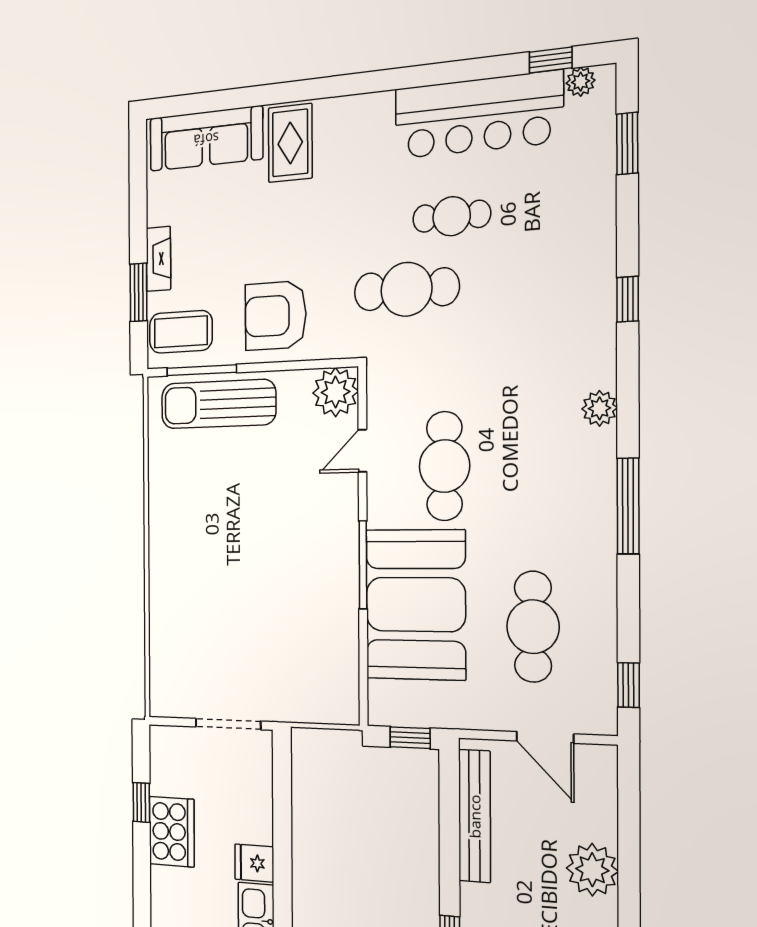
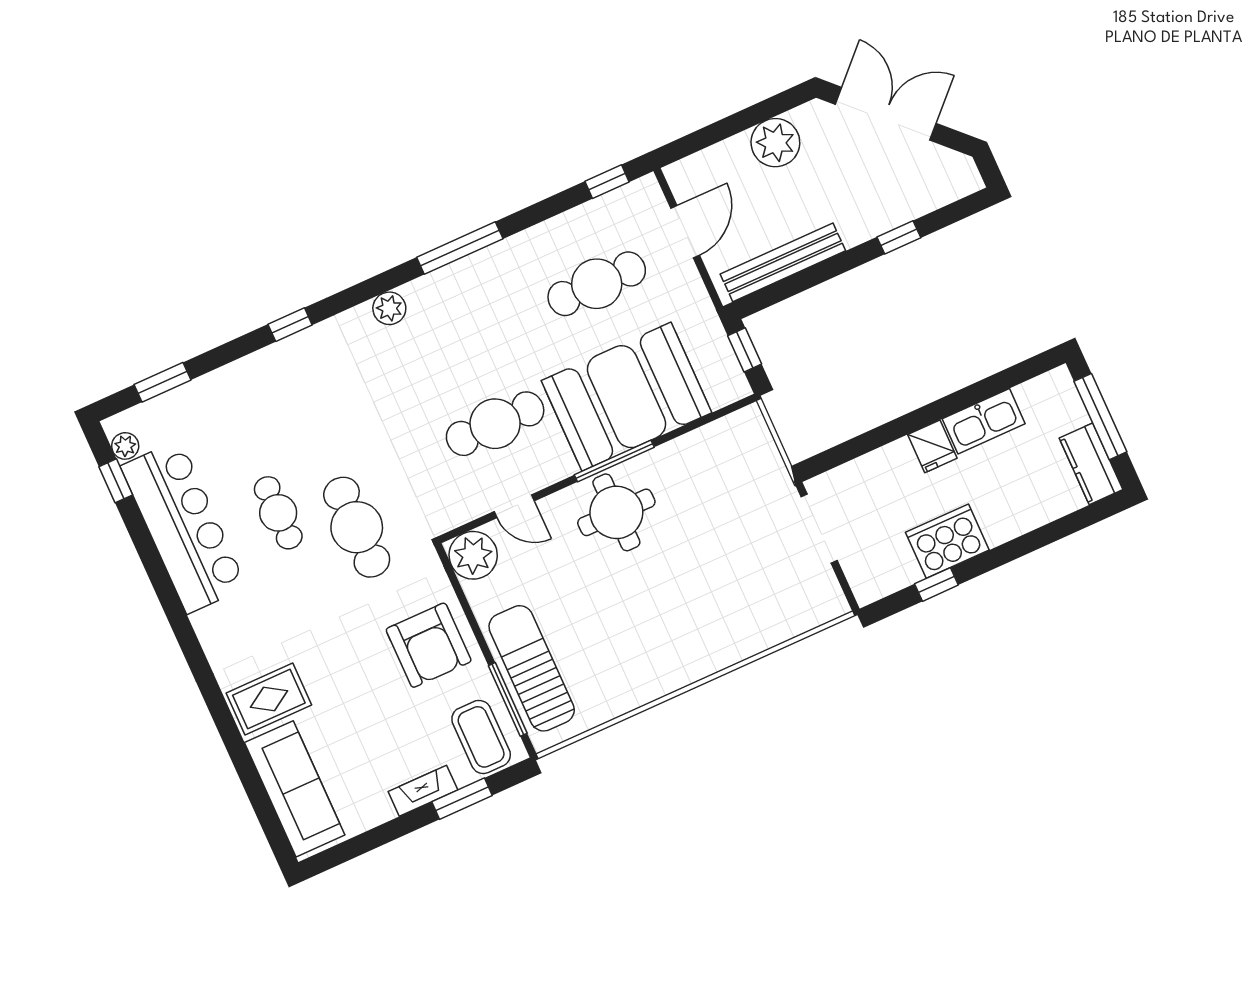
sun lounger: (218, 404) -> (532, 668), turned 180
round table: (317, 545) -> (616, 512), added

